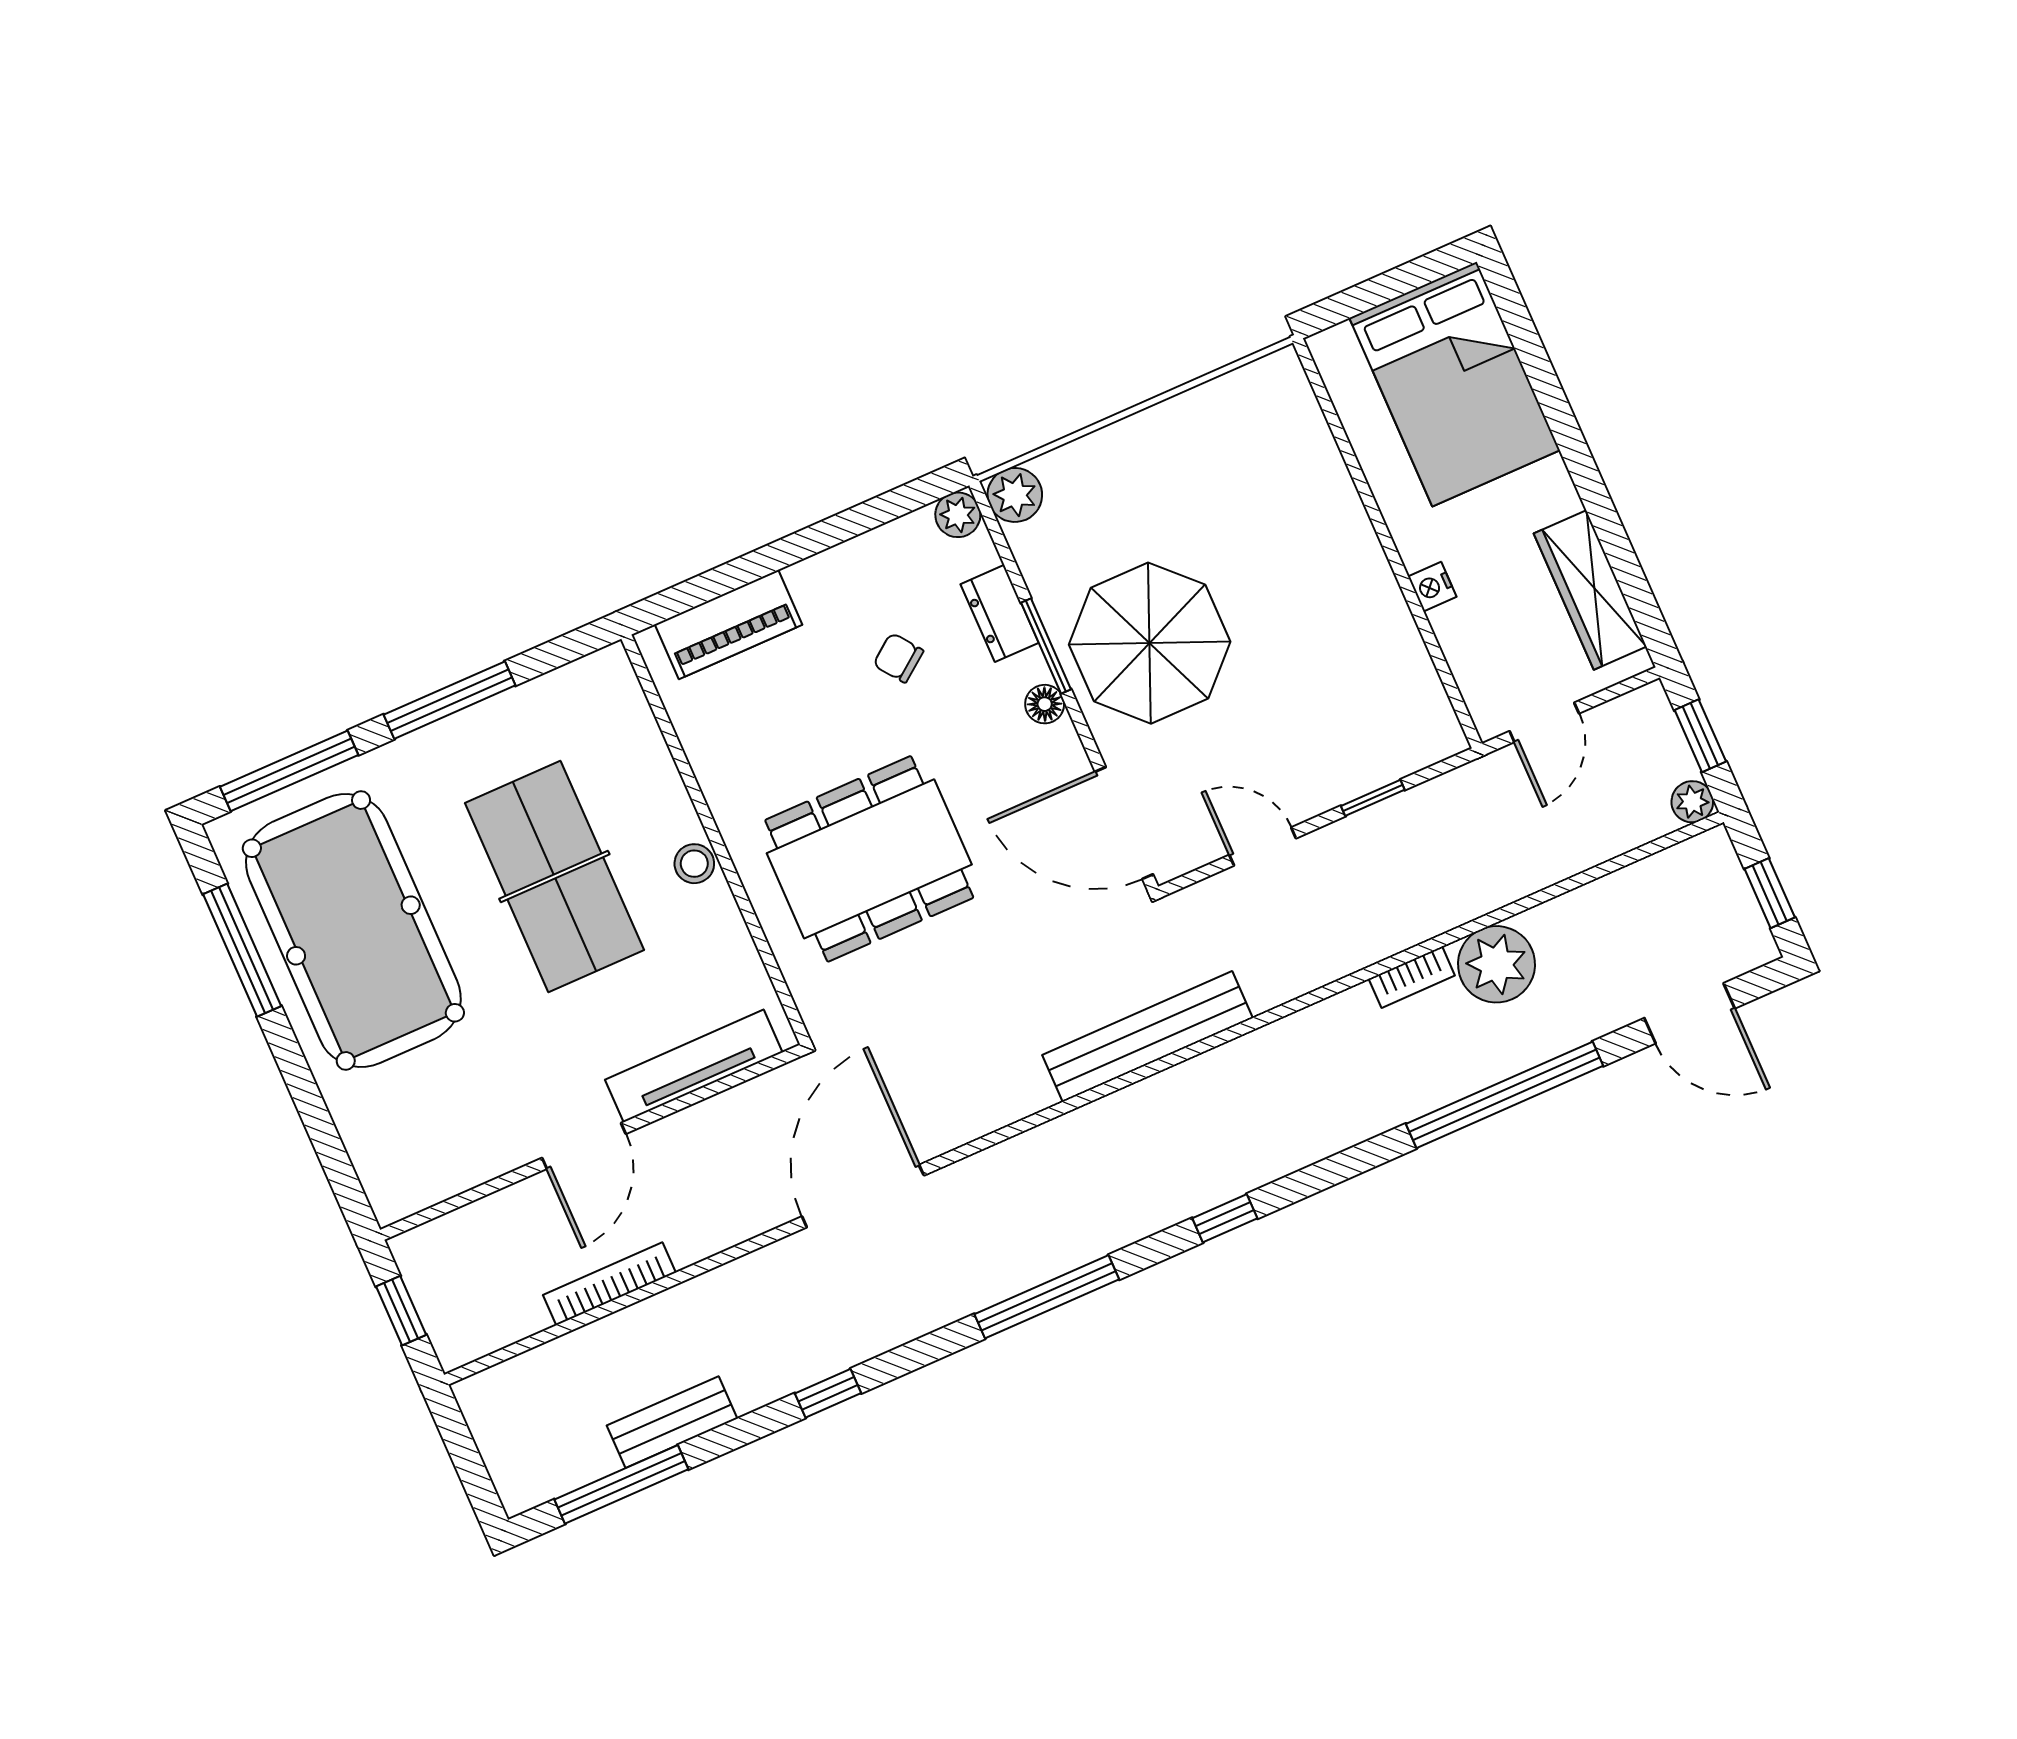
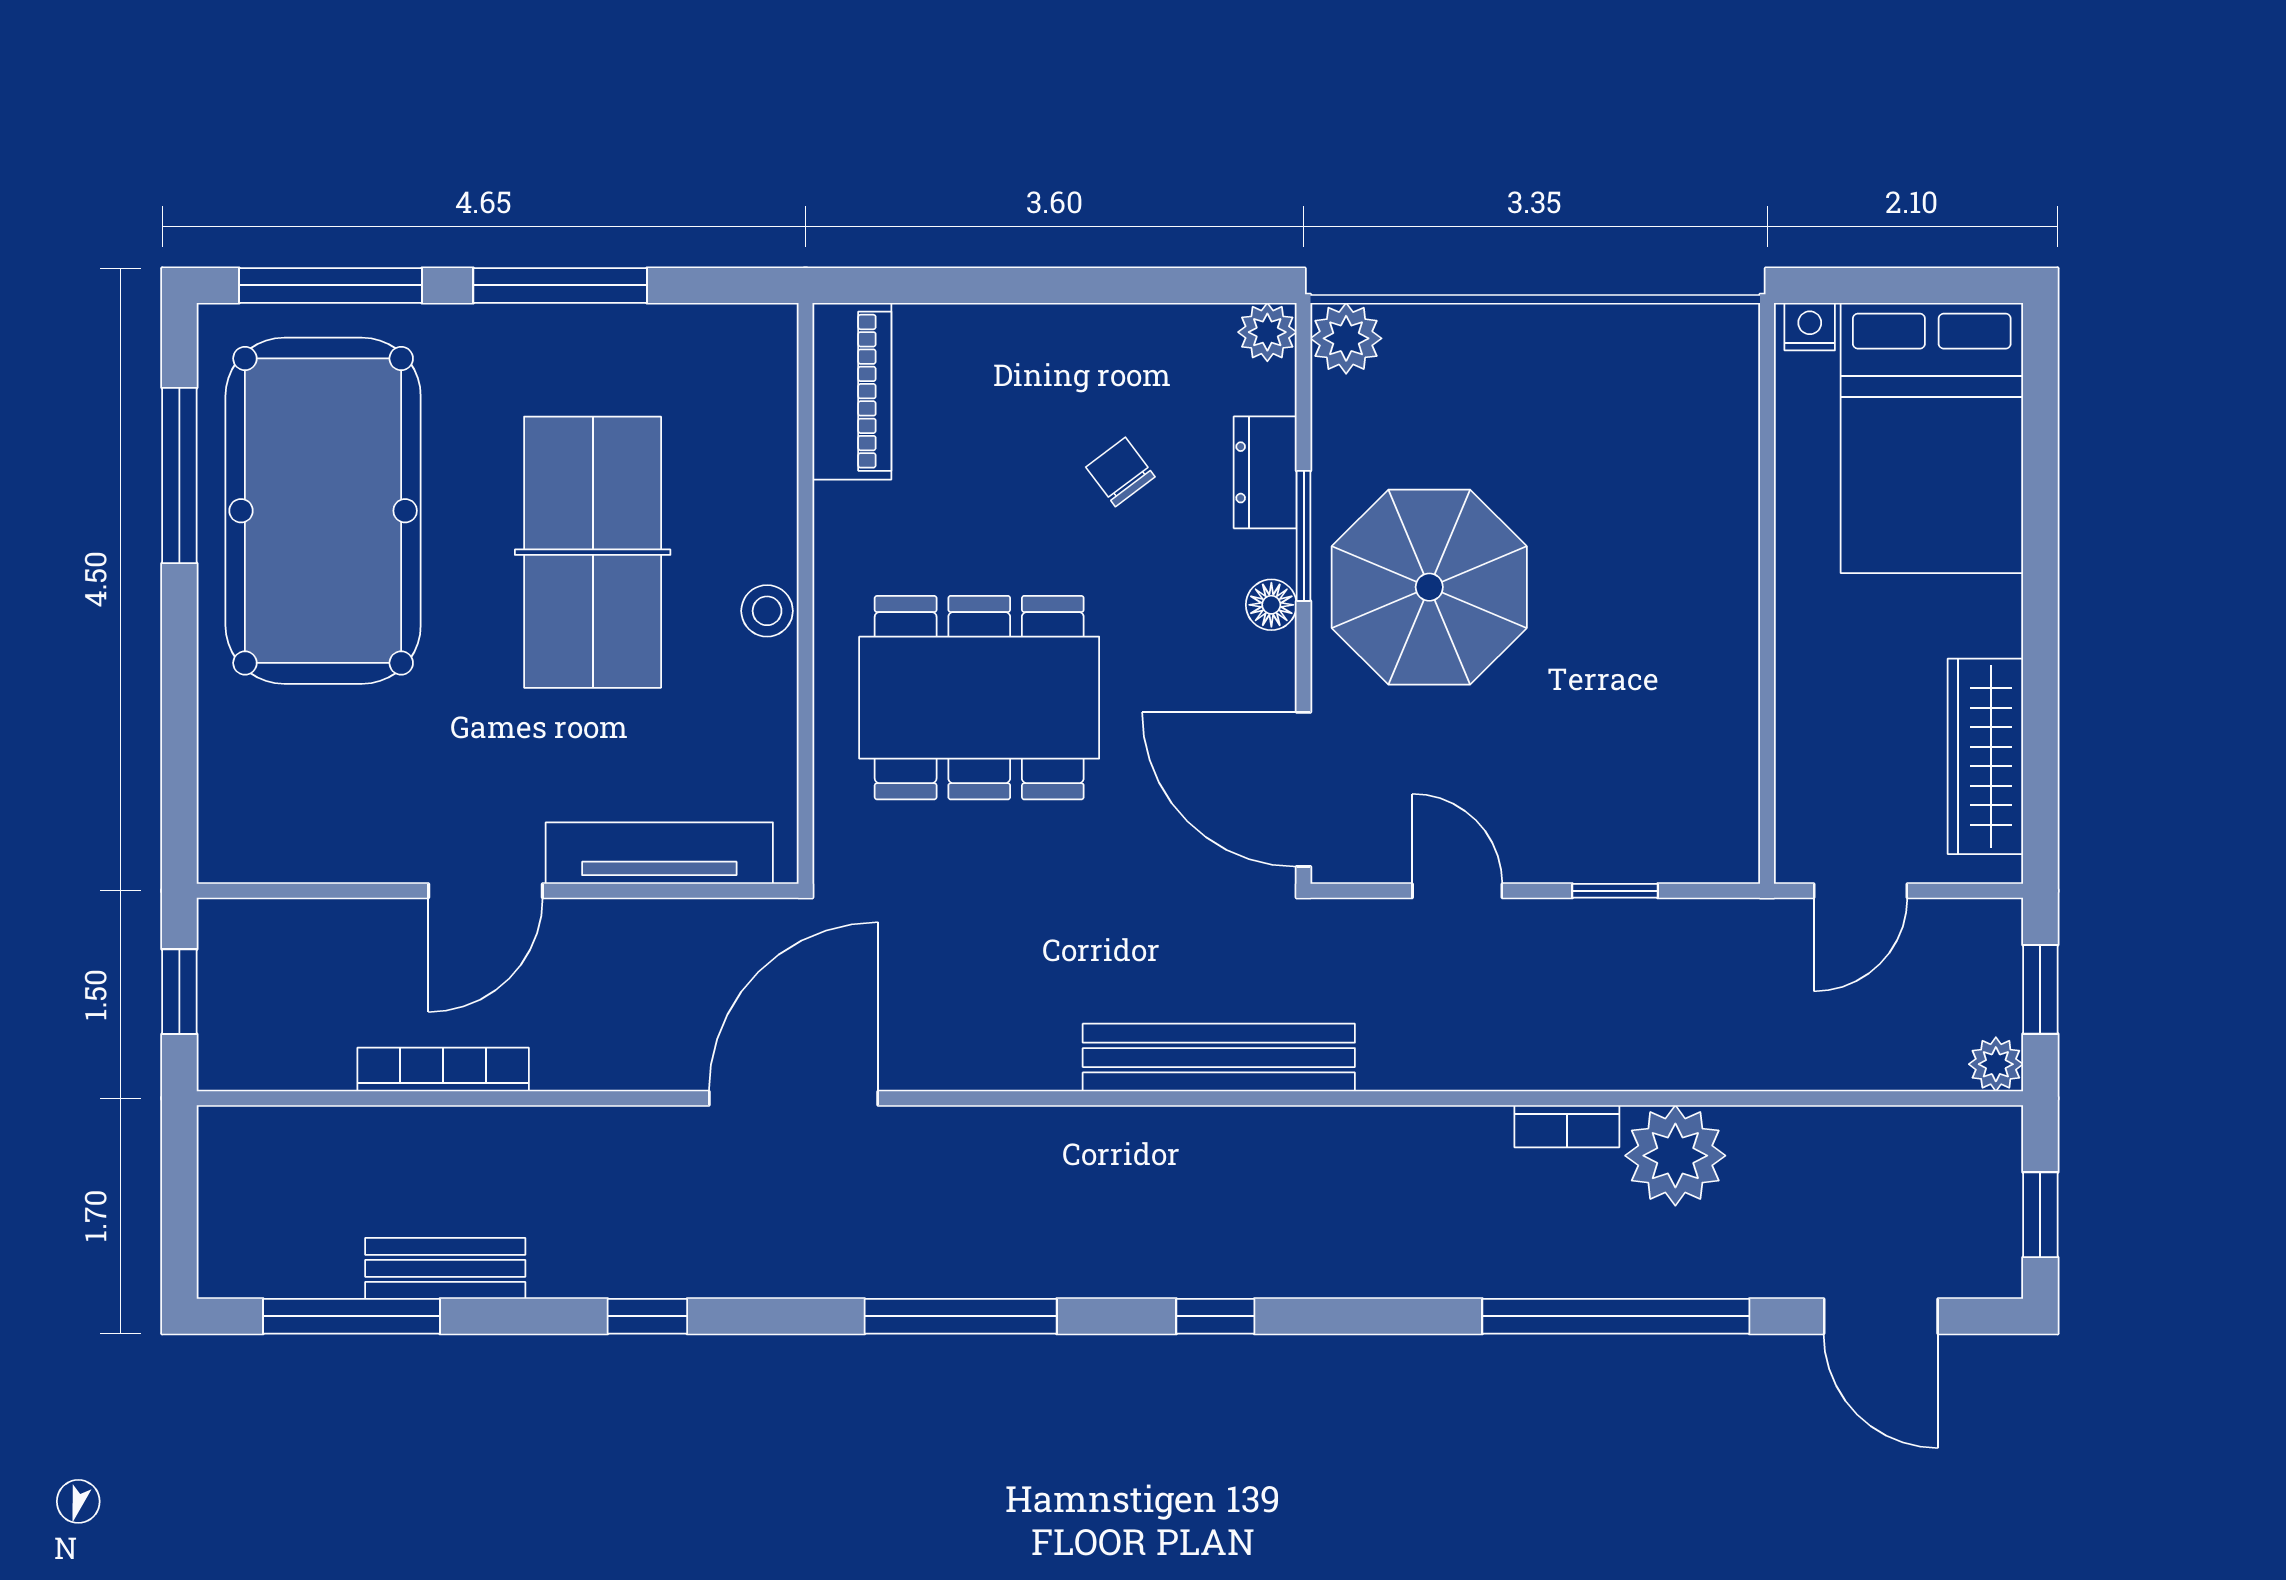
nightstand: (1432, 587) -> (1810, 327), moved, turned 90
piano: (728, 625) -> (852, 391), moved, turned -90

